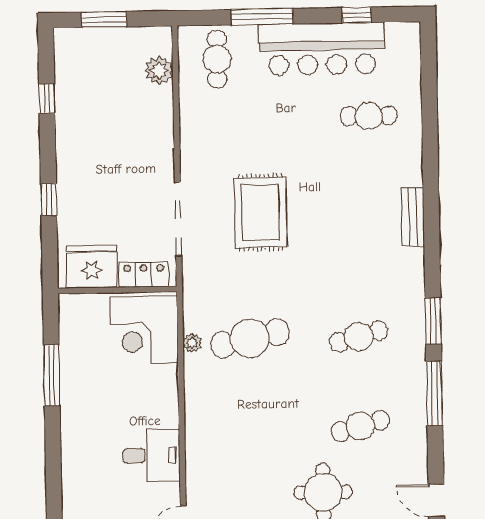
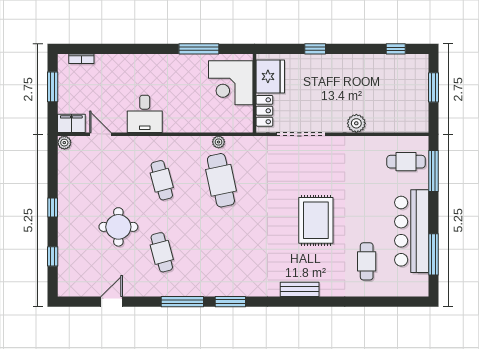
window: (356, 15) -> (433, 254), width x2.17
window: (262, 17) -> (433, 171), moved
plant: (159, 71) -> (356, 123), moved
window: (47, 99) -> (396, 49), moved
rug: (260, 212) -> (316, 220), moved, turned 90
corner desk: (144, 330) -> (231, 83), moved, turned -90
cafe table: (359, 337) -> (162, 180), moved

